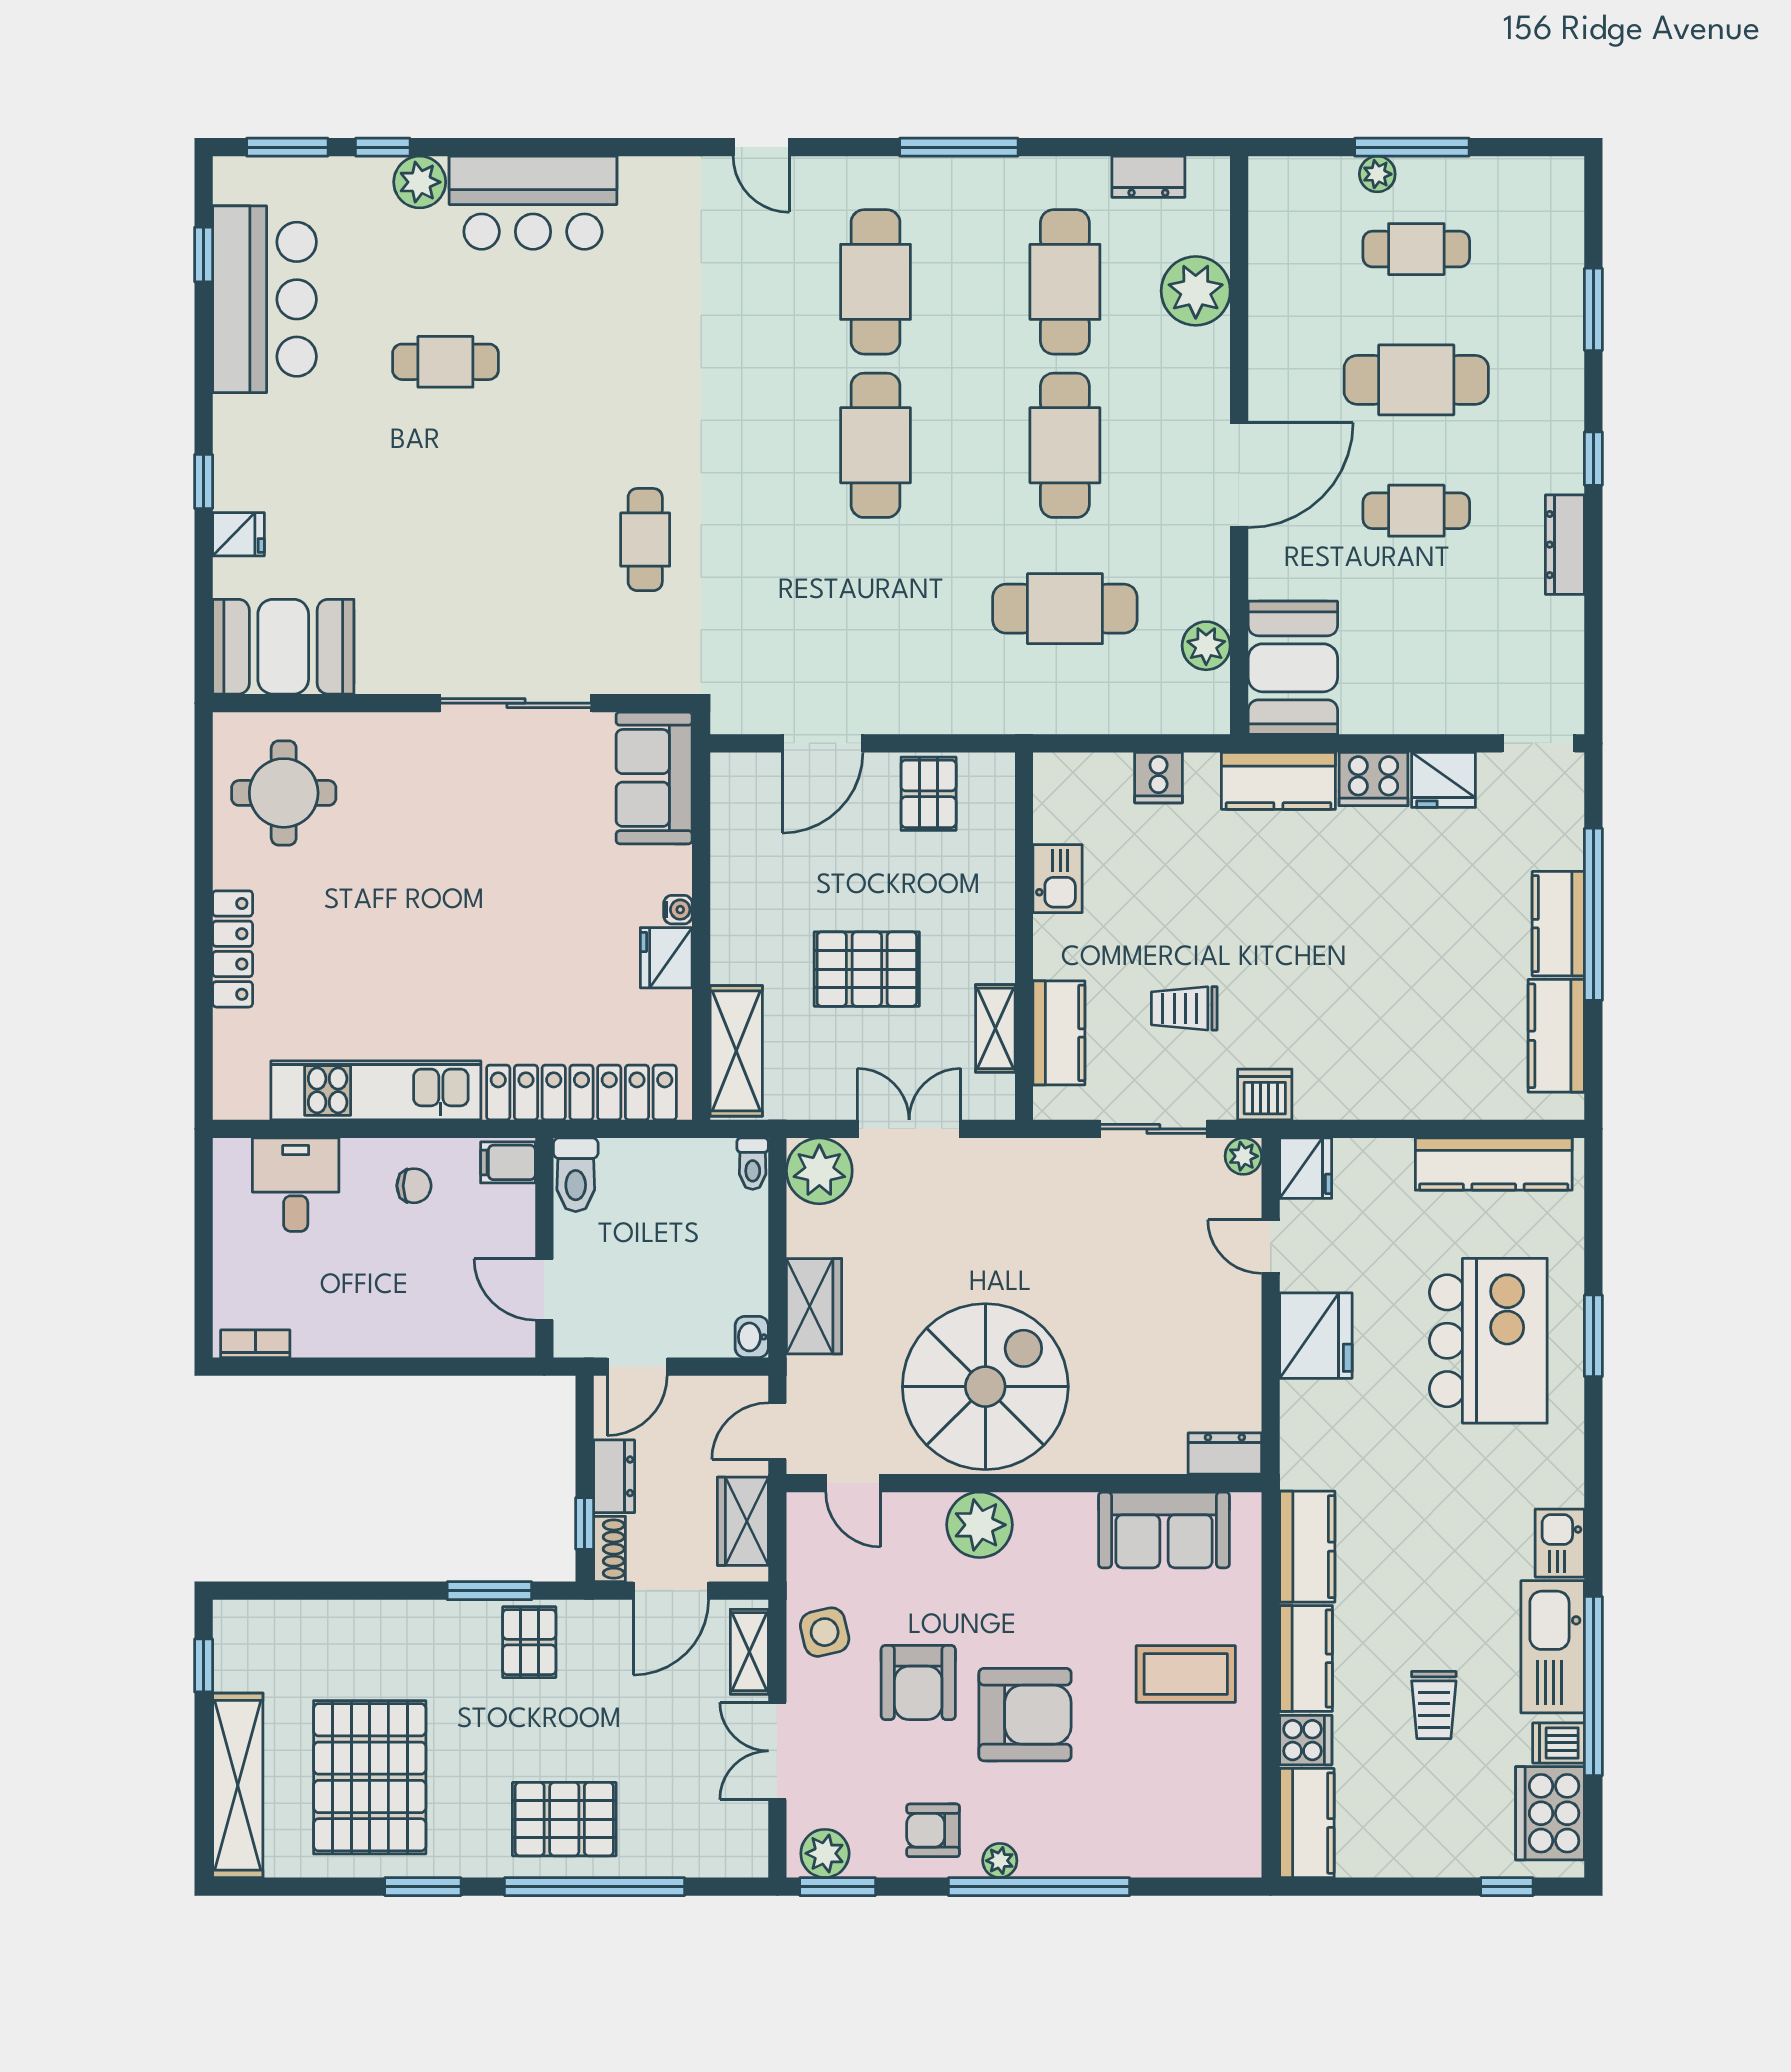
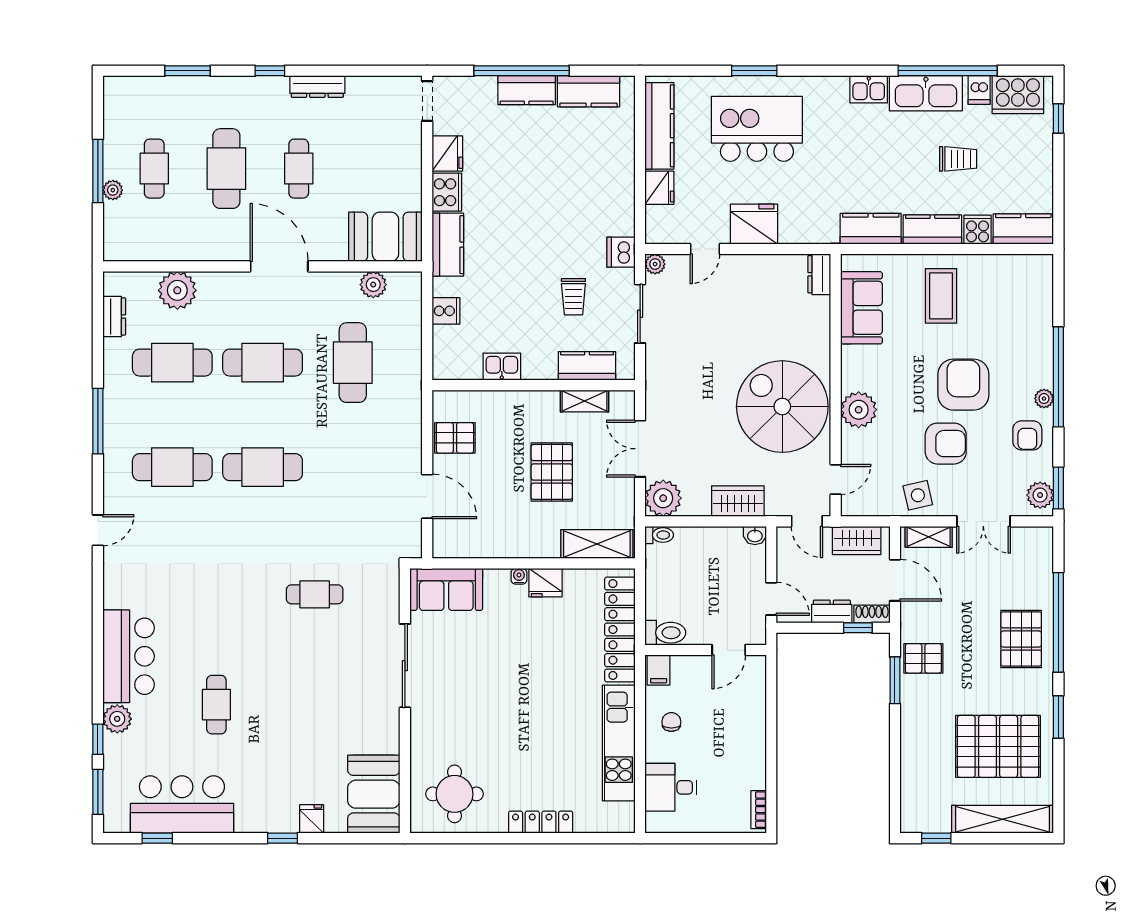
fridge: (1306, 1168) -> (659, 188), moved, turned 90

